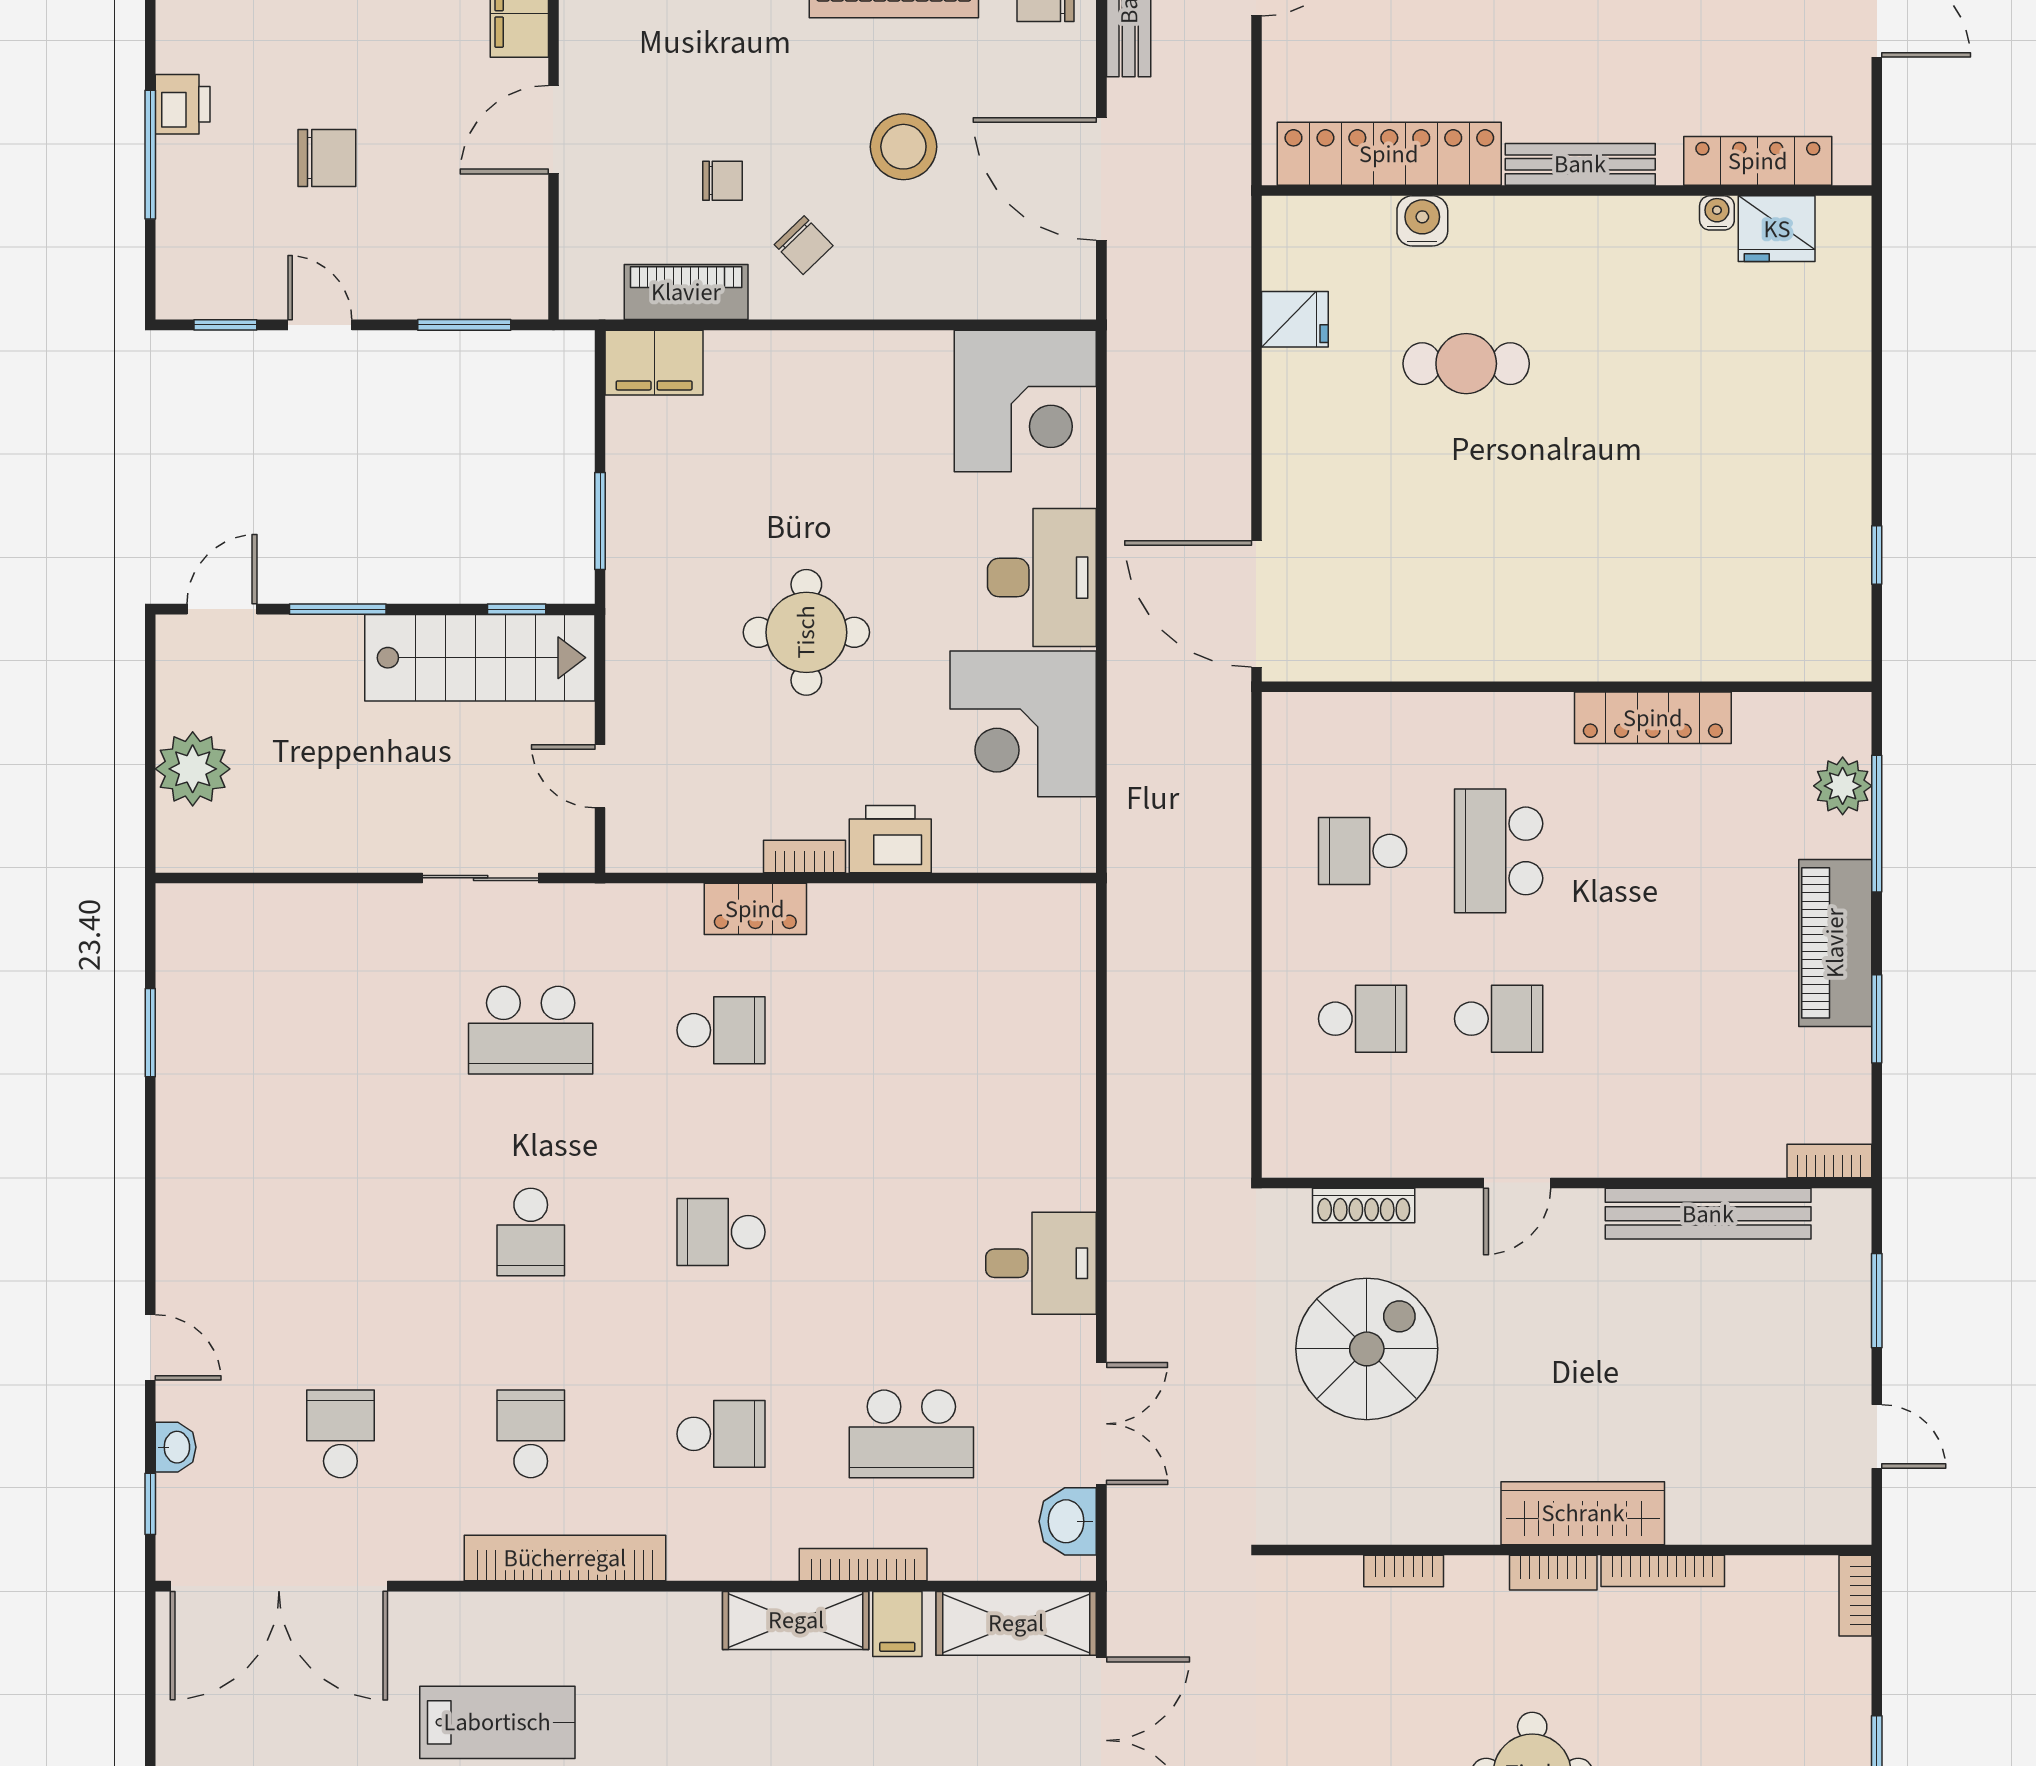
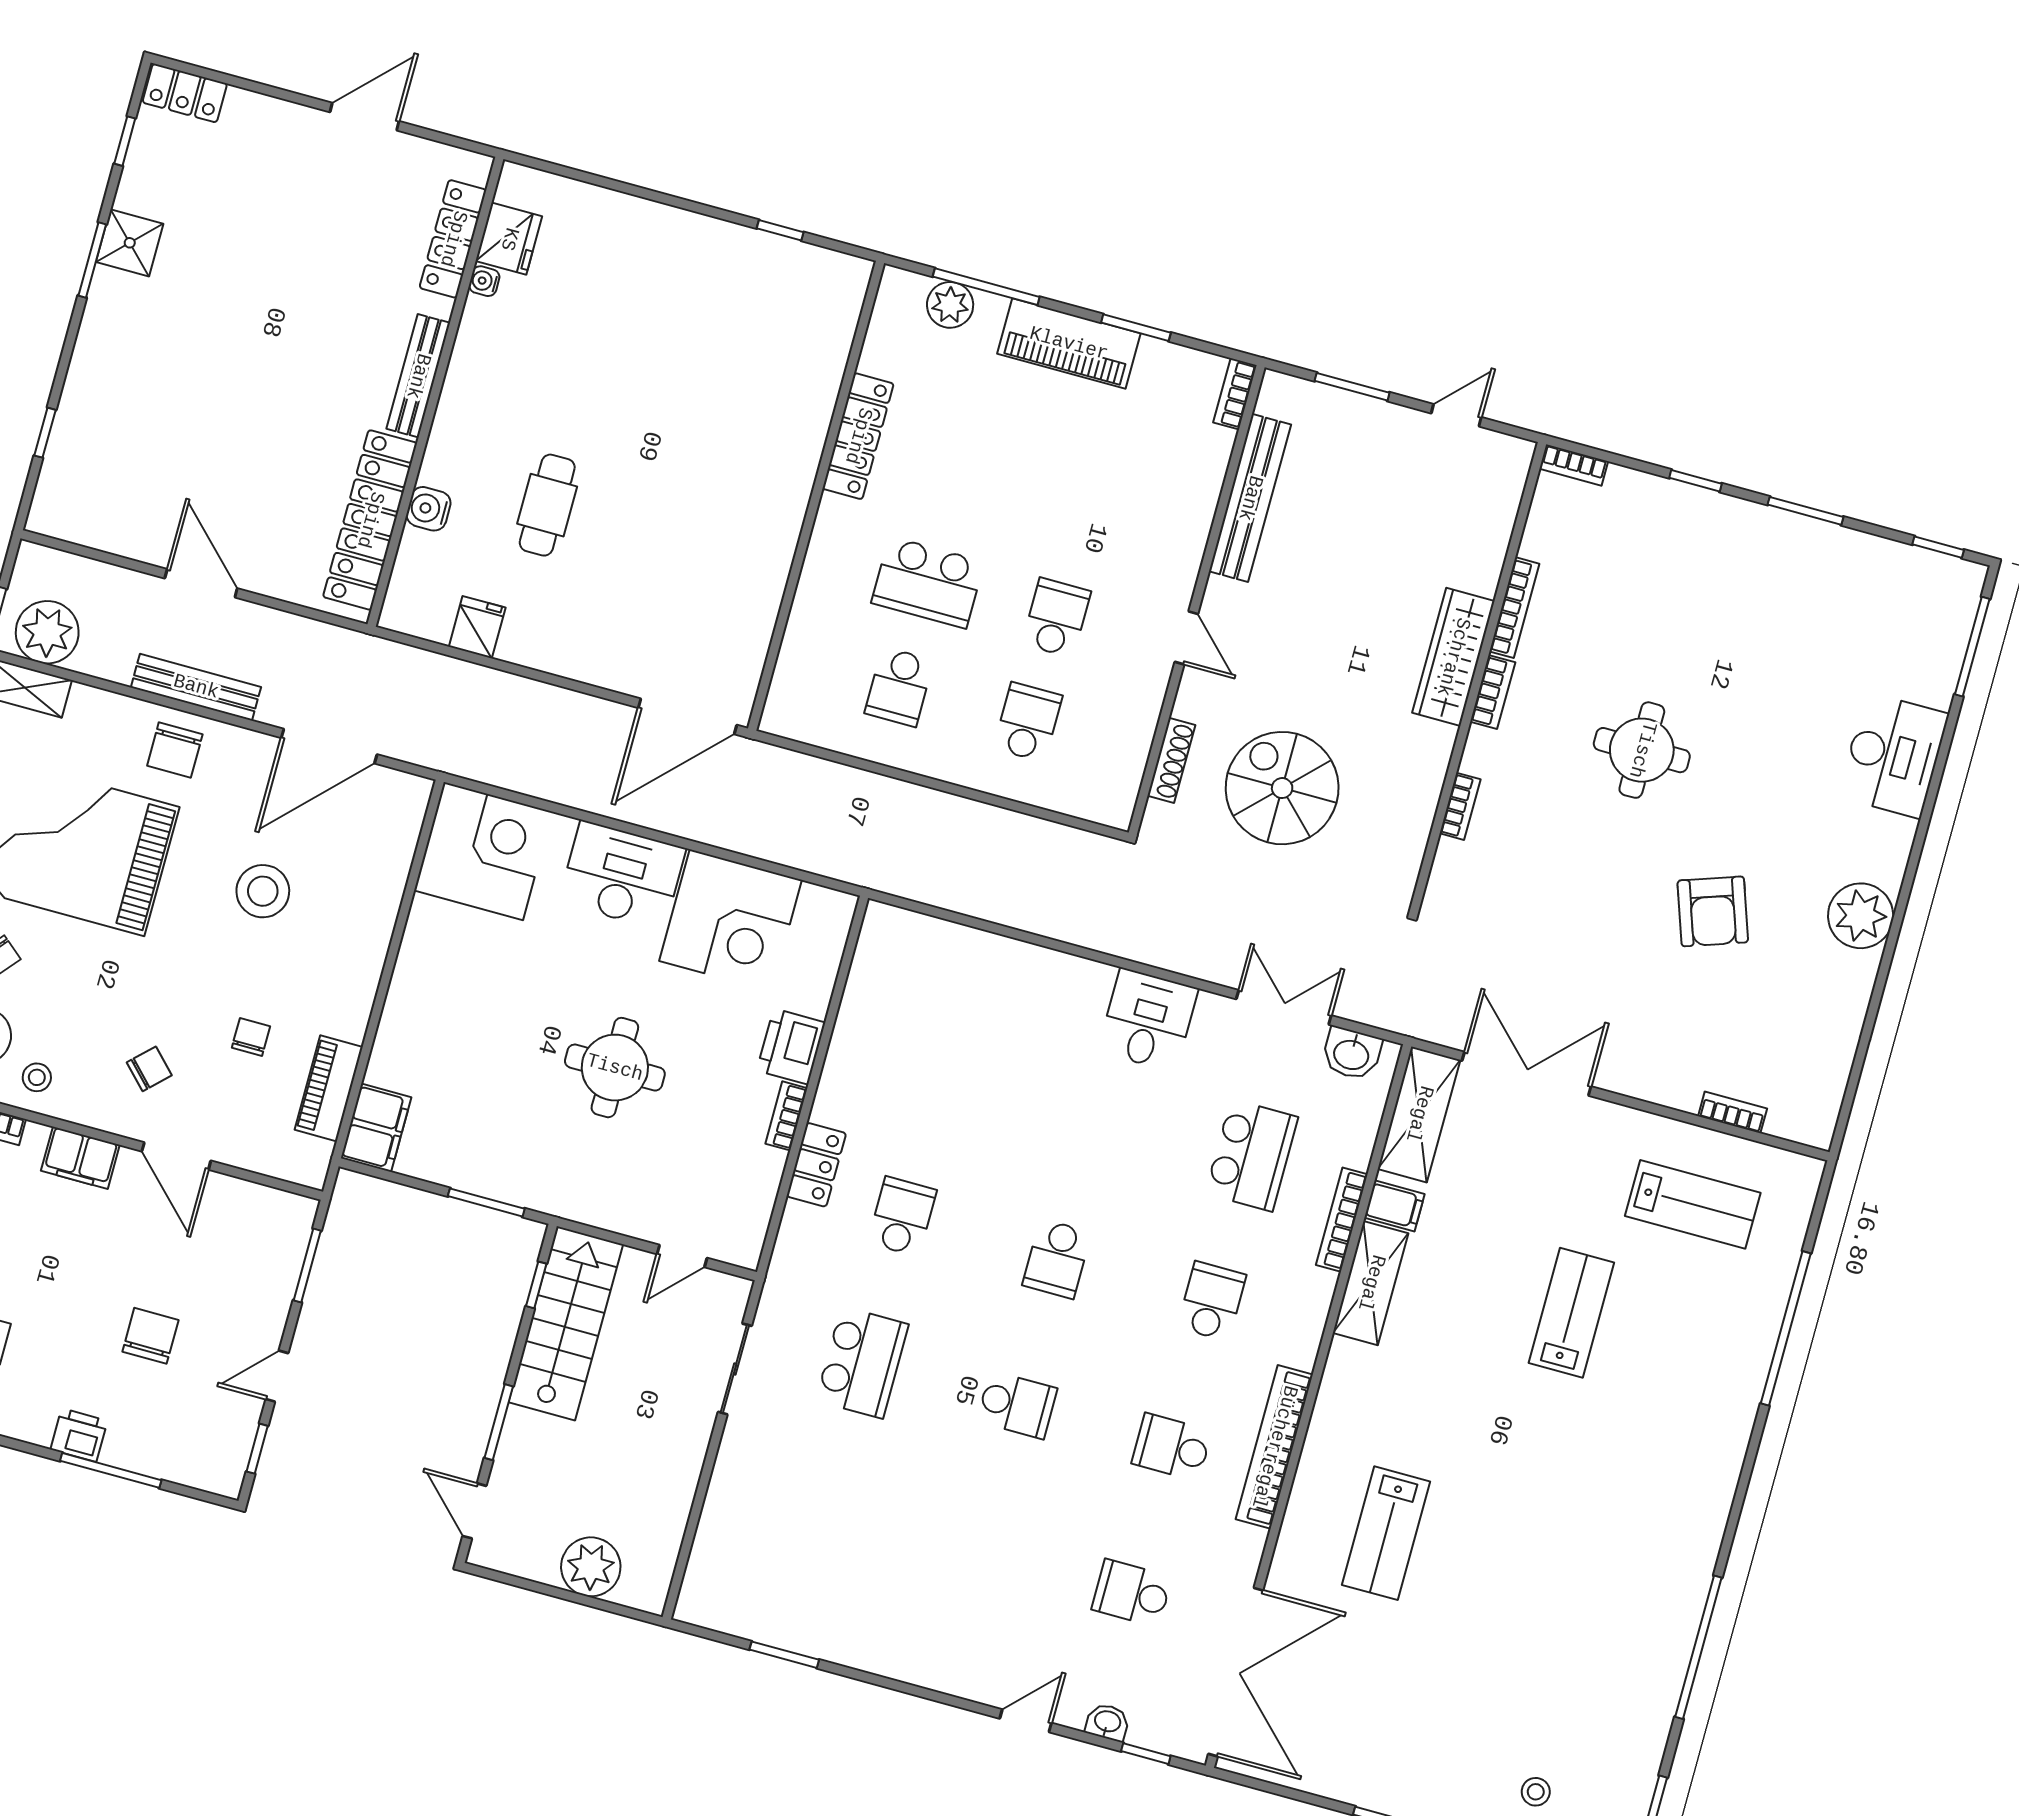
chair: (804, 245) -> (149, 1069), moved
lab bench: (497, 1722) -> (1386, 1533), turned 180

